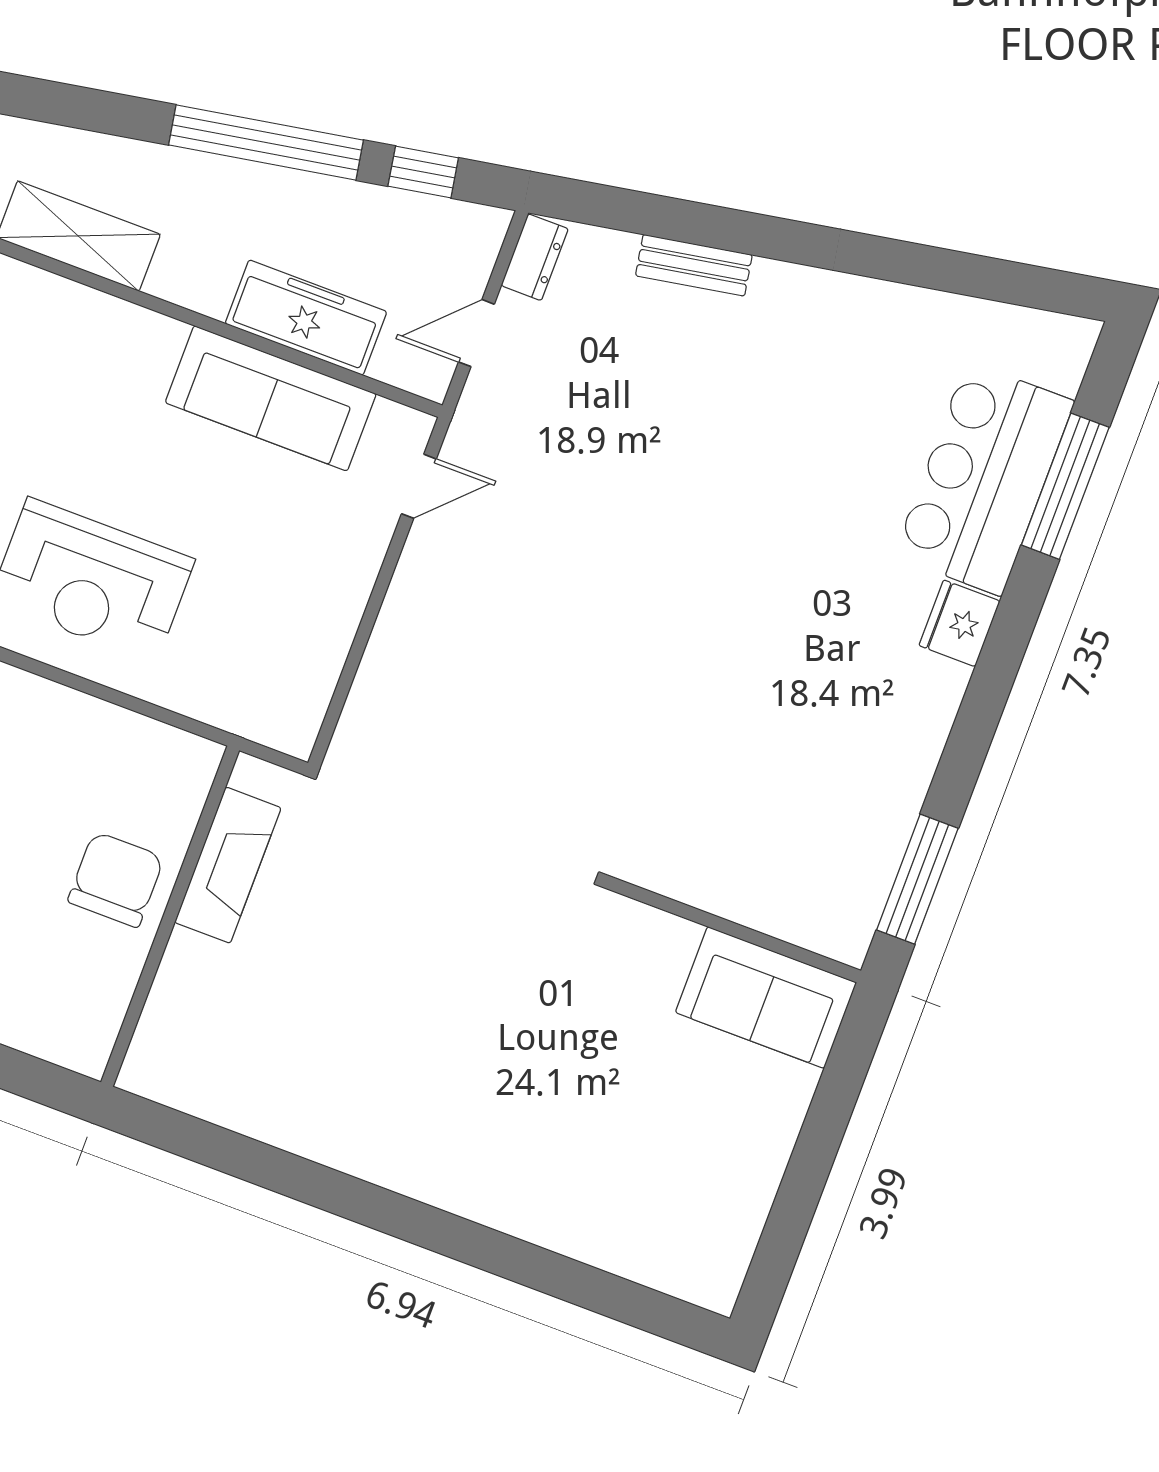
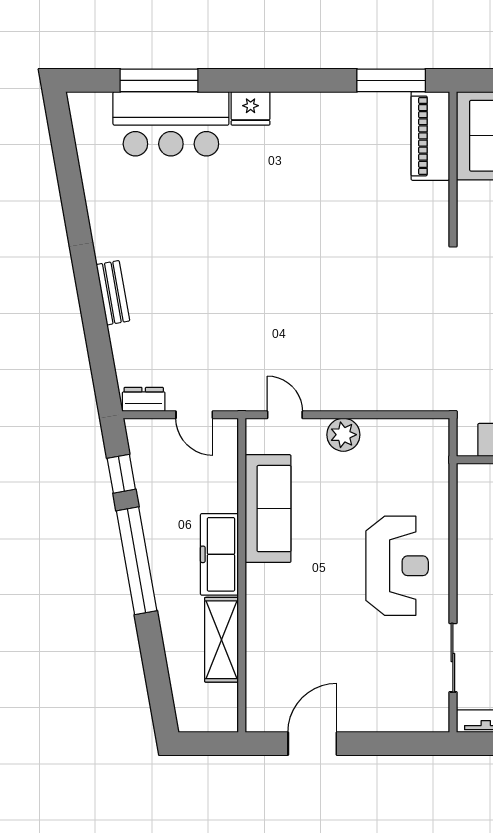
bench: (694, 265) -> (113, 293), moved
freezer: (306, 318) -> (219, 554), moved
plant: (348, 573) -> (343, 435), added
piano: (798, 910) -> (430, 136), added

